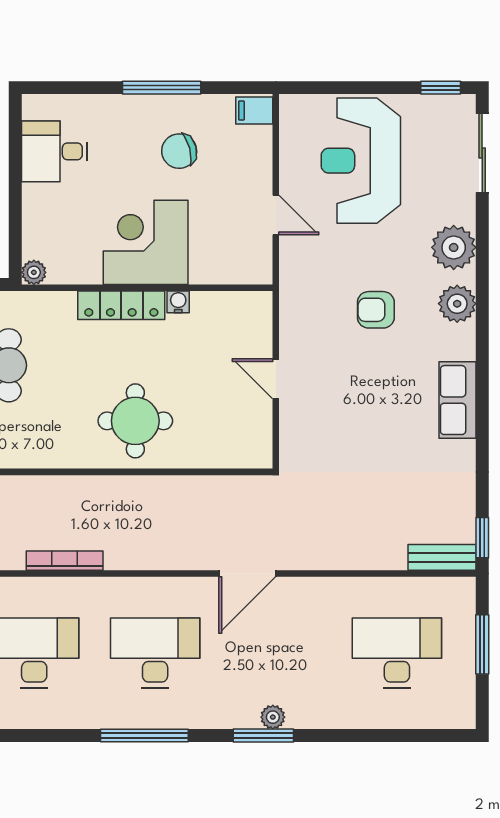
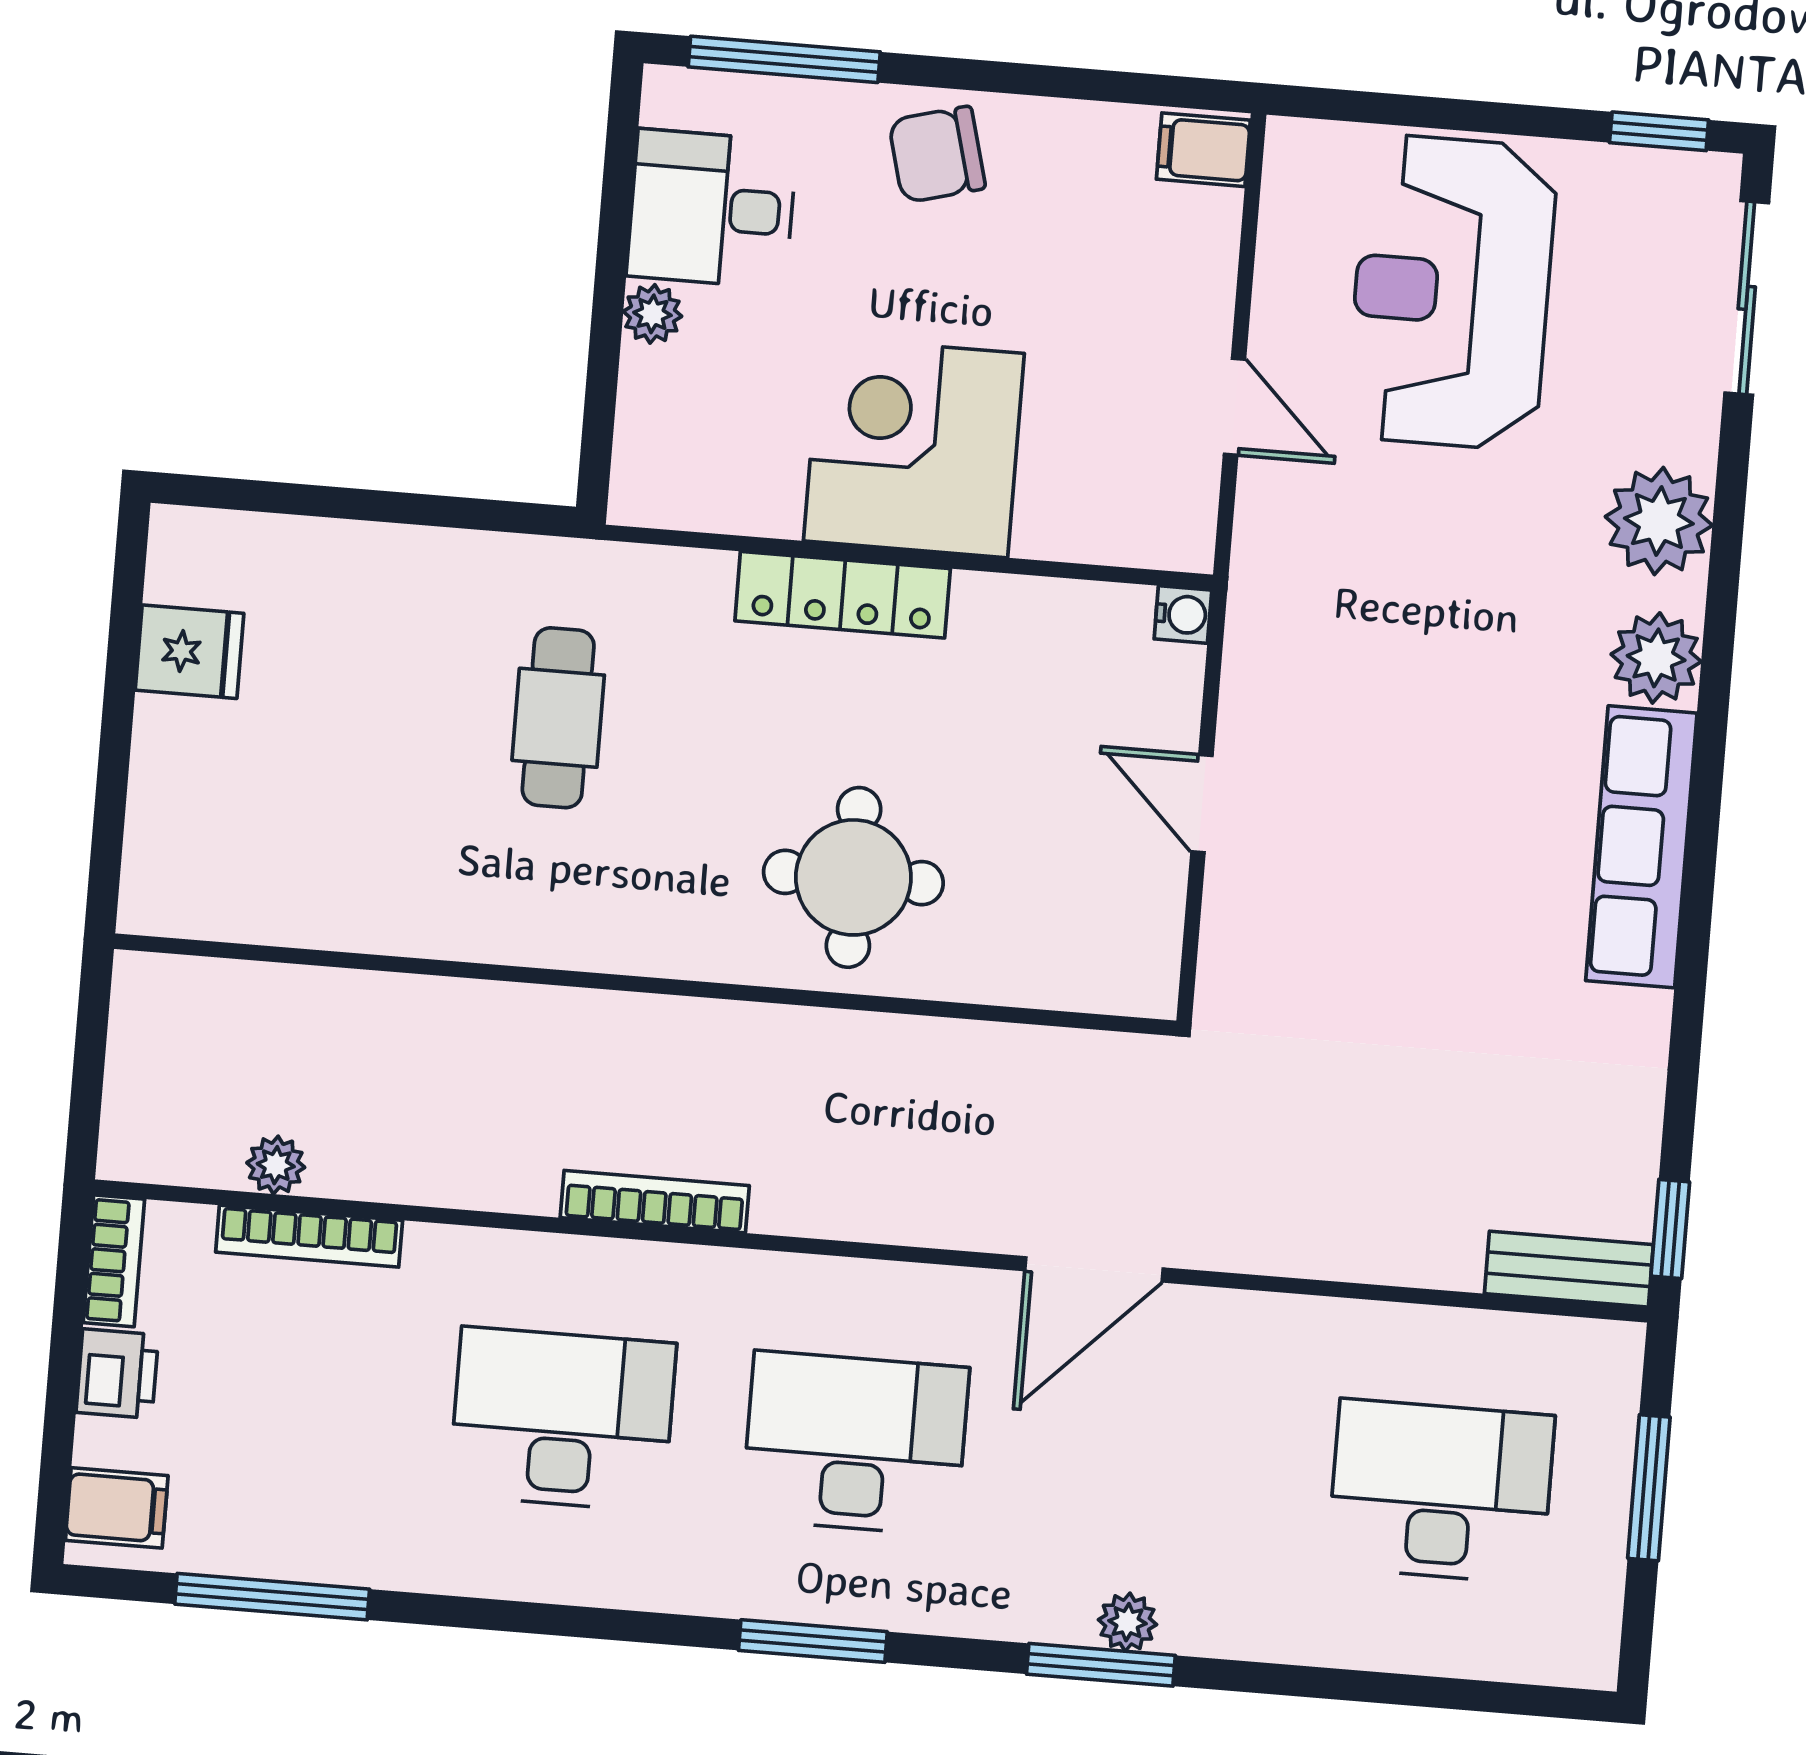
window: (162, 88) -> (784, 59), moved
chair: (179, 151) -> (937, 154), moved
plant: (34, 272) -> (652, 314), moved
water cooler: (178, 302) -> (1183, 614), moved, turned 90
armchair: (376, 310) -> (1458, 656), removed
row of seats: (457, 400) -> (1641, 847), width x1.48
window: (144, 735) -> (813, 1641), width x0.69

